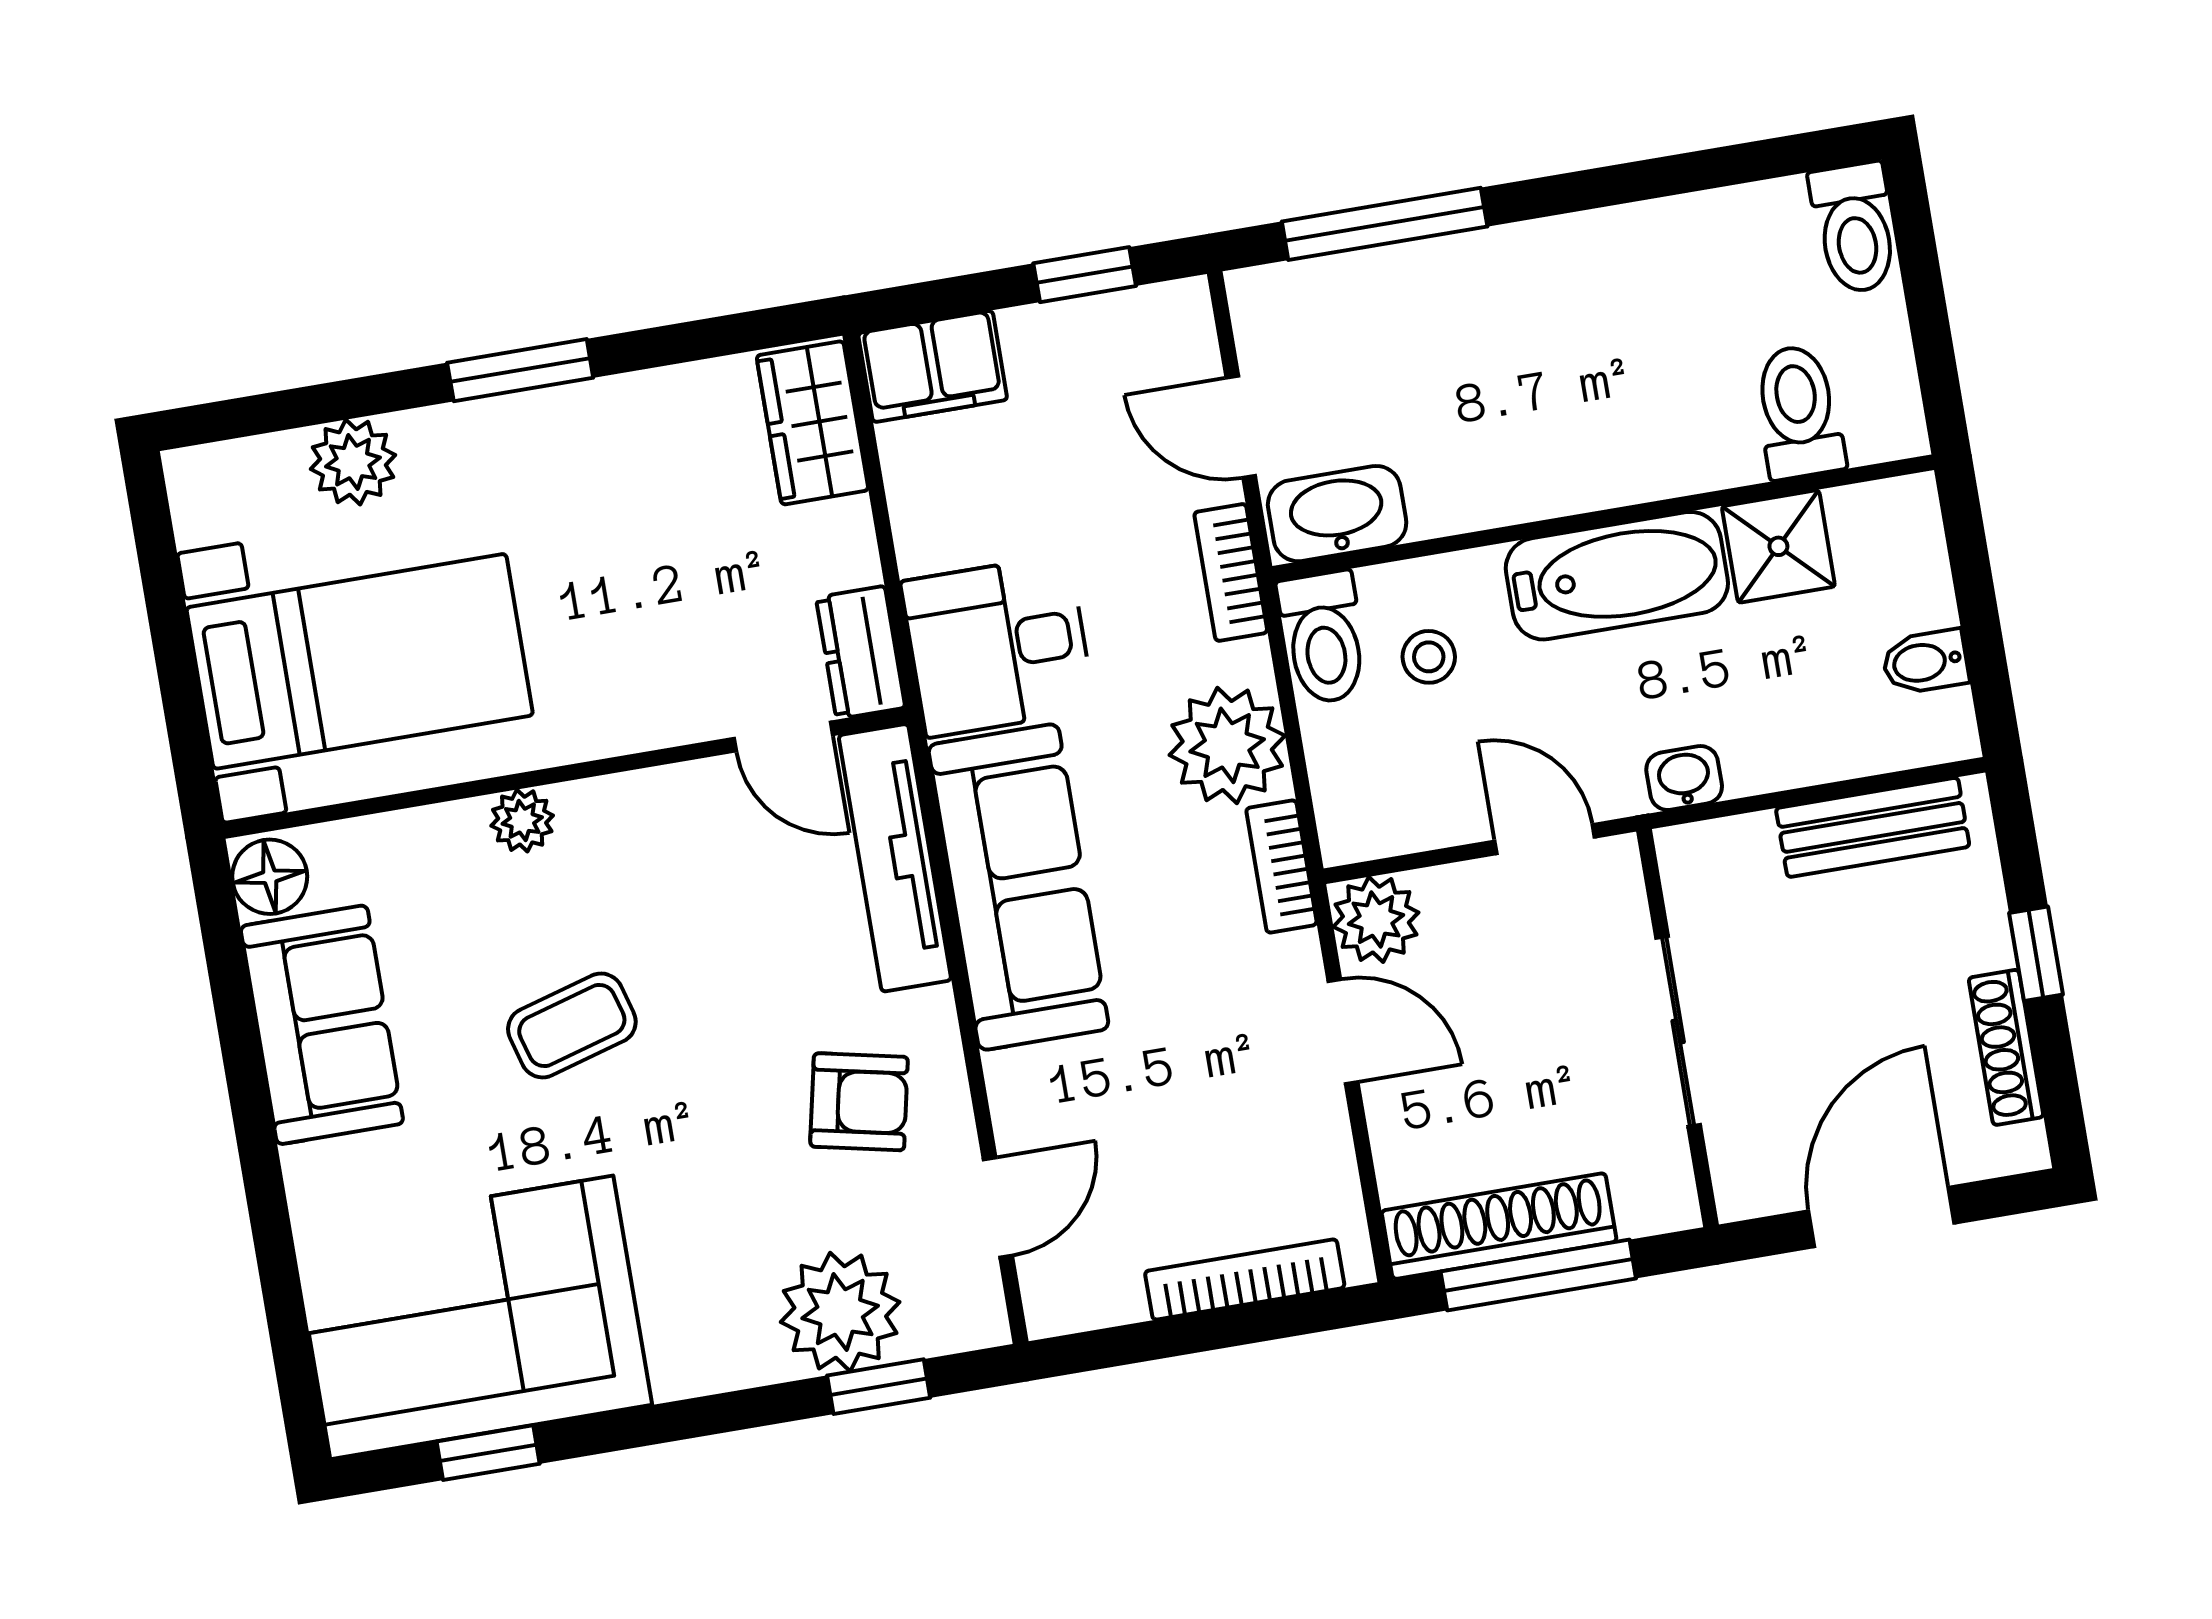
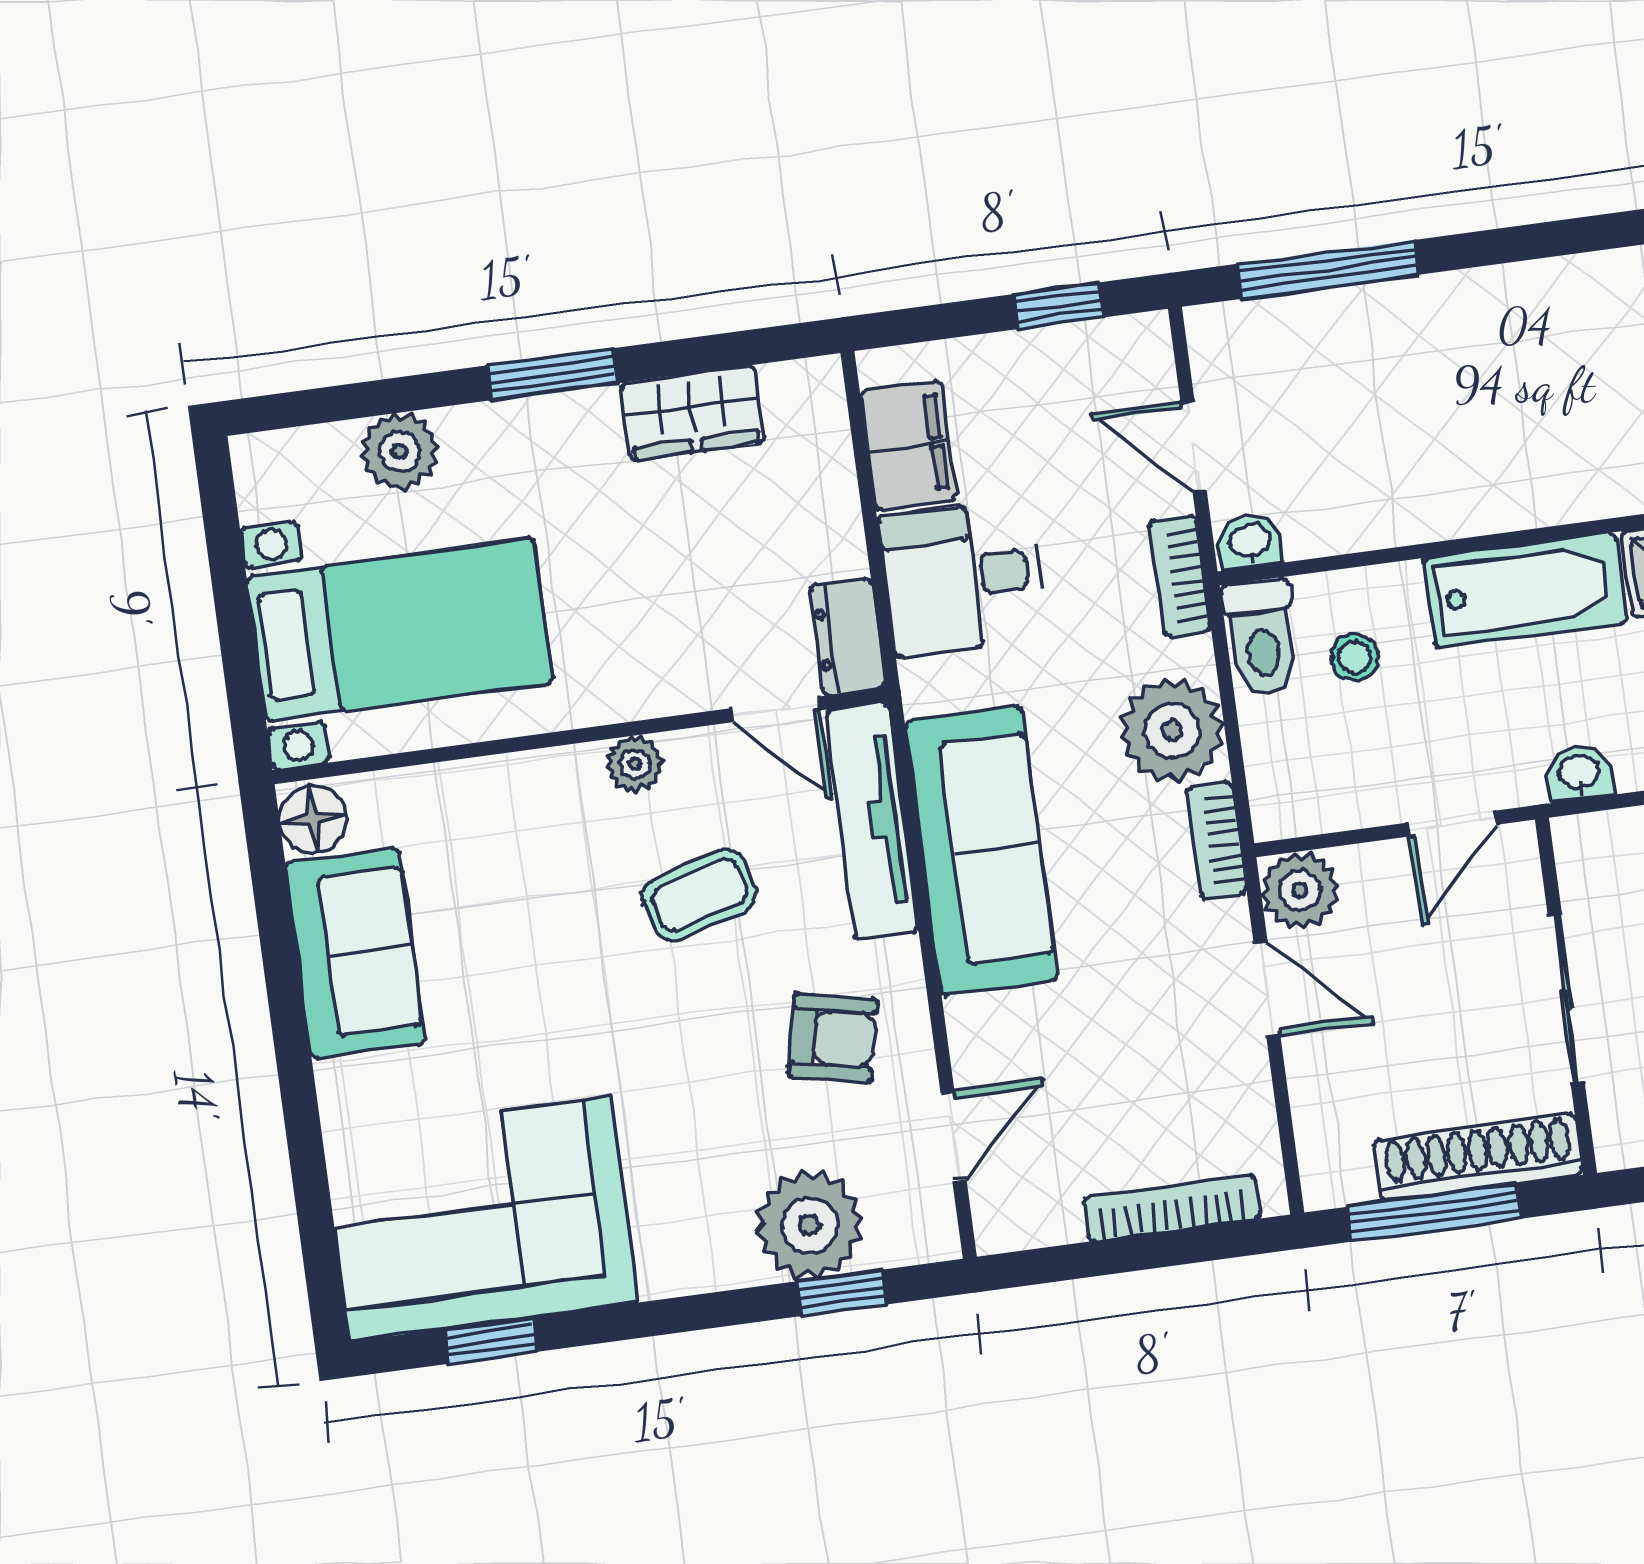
filing cabinet: (933, 366) -> (908, 446), moved, turned -90
wardrobe: (812, 423) -> (692, 413), moved, turned -90
washbasin: (1337, 514) -> (1250, 542), width x0.52, depth x0.69
desk: (998, 646) -> (962, 577), moved
plant: (522, 821) -> (635, 764), moved
door: (1545, 839) -> (1453, 824), swing flipped
coffee table: (572, 1025) -> (699, 895), moved
shoe rack: (1499, 1226) -> (1478, 1157), moved

